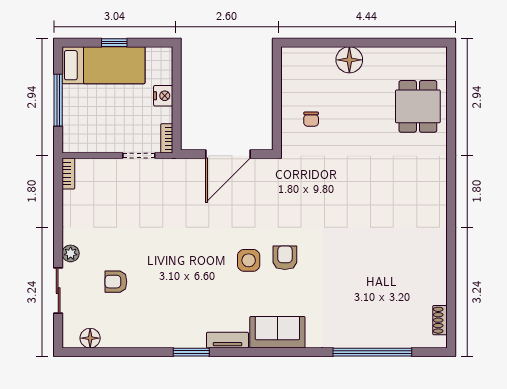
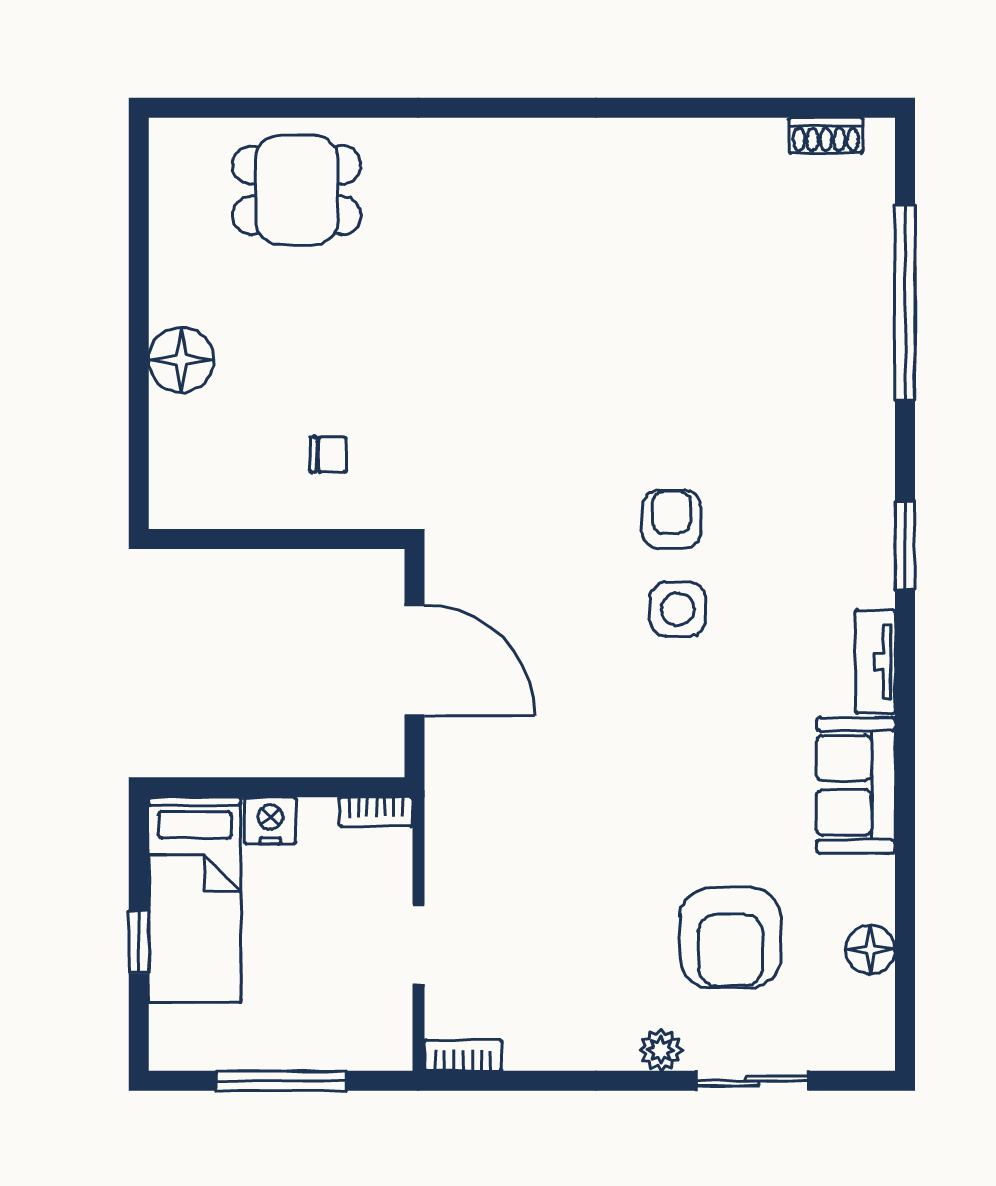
bed: (104, 65) -> (195, 900), moved, turned 180
doorway: (139, 156) -> (418, 945), moved
armchair: (285, 258) -> (671, 519), turned 90
armchair: (116, 282) -> (730, 938), width x1.88, depth x1.88
sofa: (277, 332) -> (856, 785), moved
floor lamp: (90, 338) -> (870, 950), moved
window: (191, 352) -> (905, 545), moved

